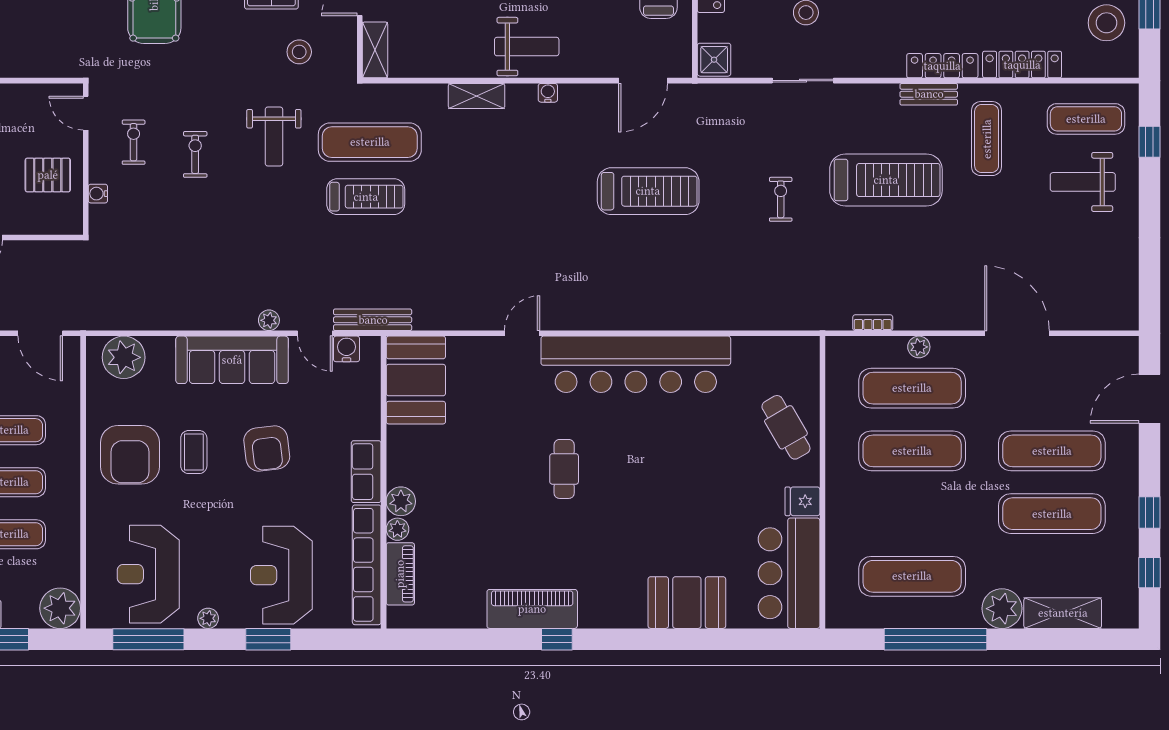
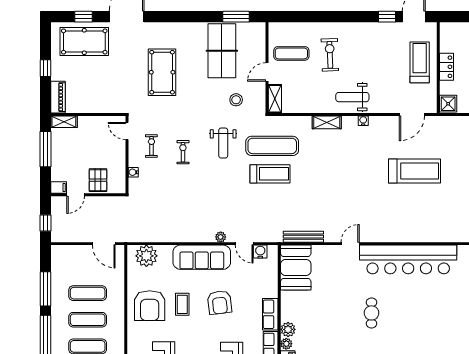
weight bench: (527, 47) -> (352, 97), turned 180
pallet: (48, 175) -> (98, 180), moved, turned 90
bench: (373, 320) -> (303, 237), moved

